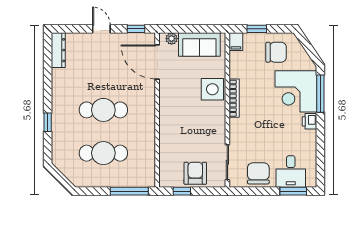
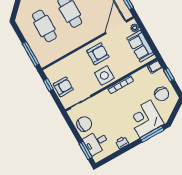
side table: (212, 89) -> (104, 75), moved
armchair: (178, 105) -> (98, 54), added
printer: (310, 121) -> (122, 143), moved

